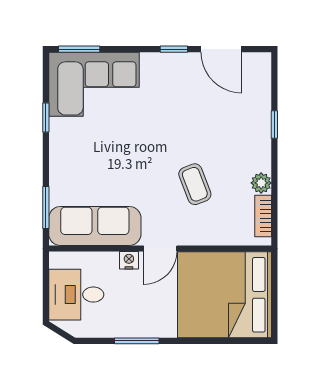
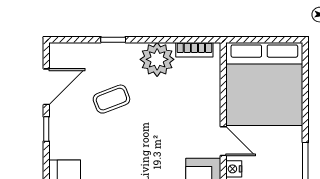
plant: (261, 183) -> (157, 59), width x1.87, depth x1.87
coffee table: (195, 184) -> (111, 99), moved

